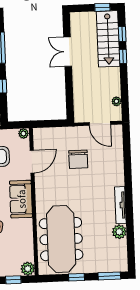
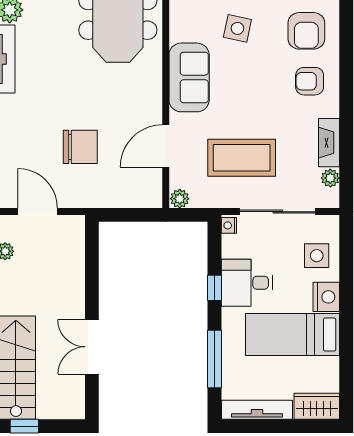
double door: (68, 52) -> (92, 347), swing flipped
chair: (78, 159) -> (80, 147), turned 90

